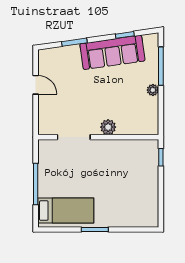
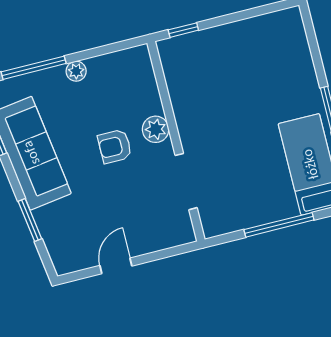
armchair: (104, 101) -> (115, 146), added

